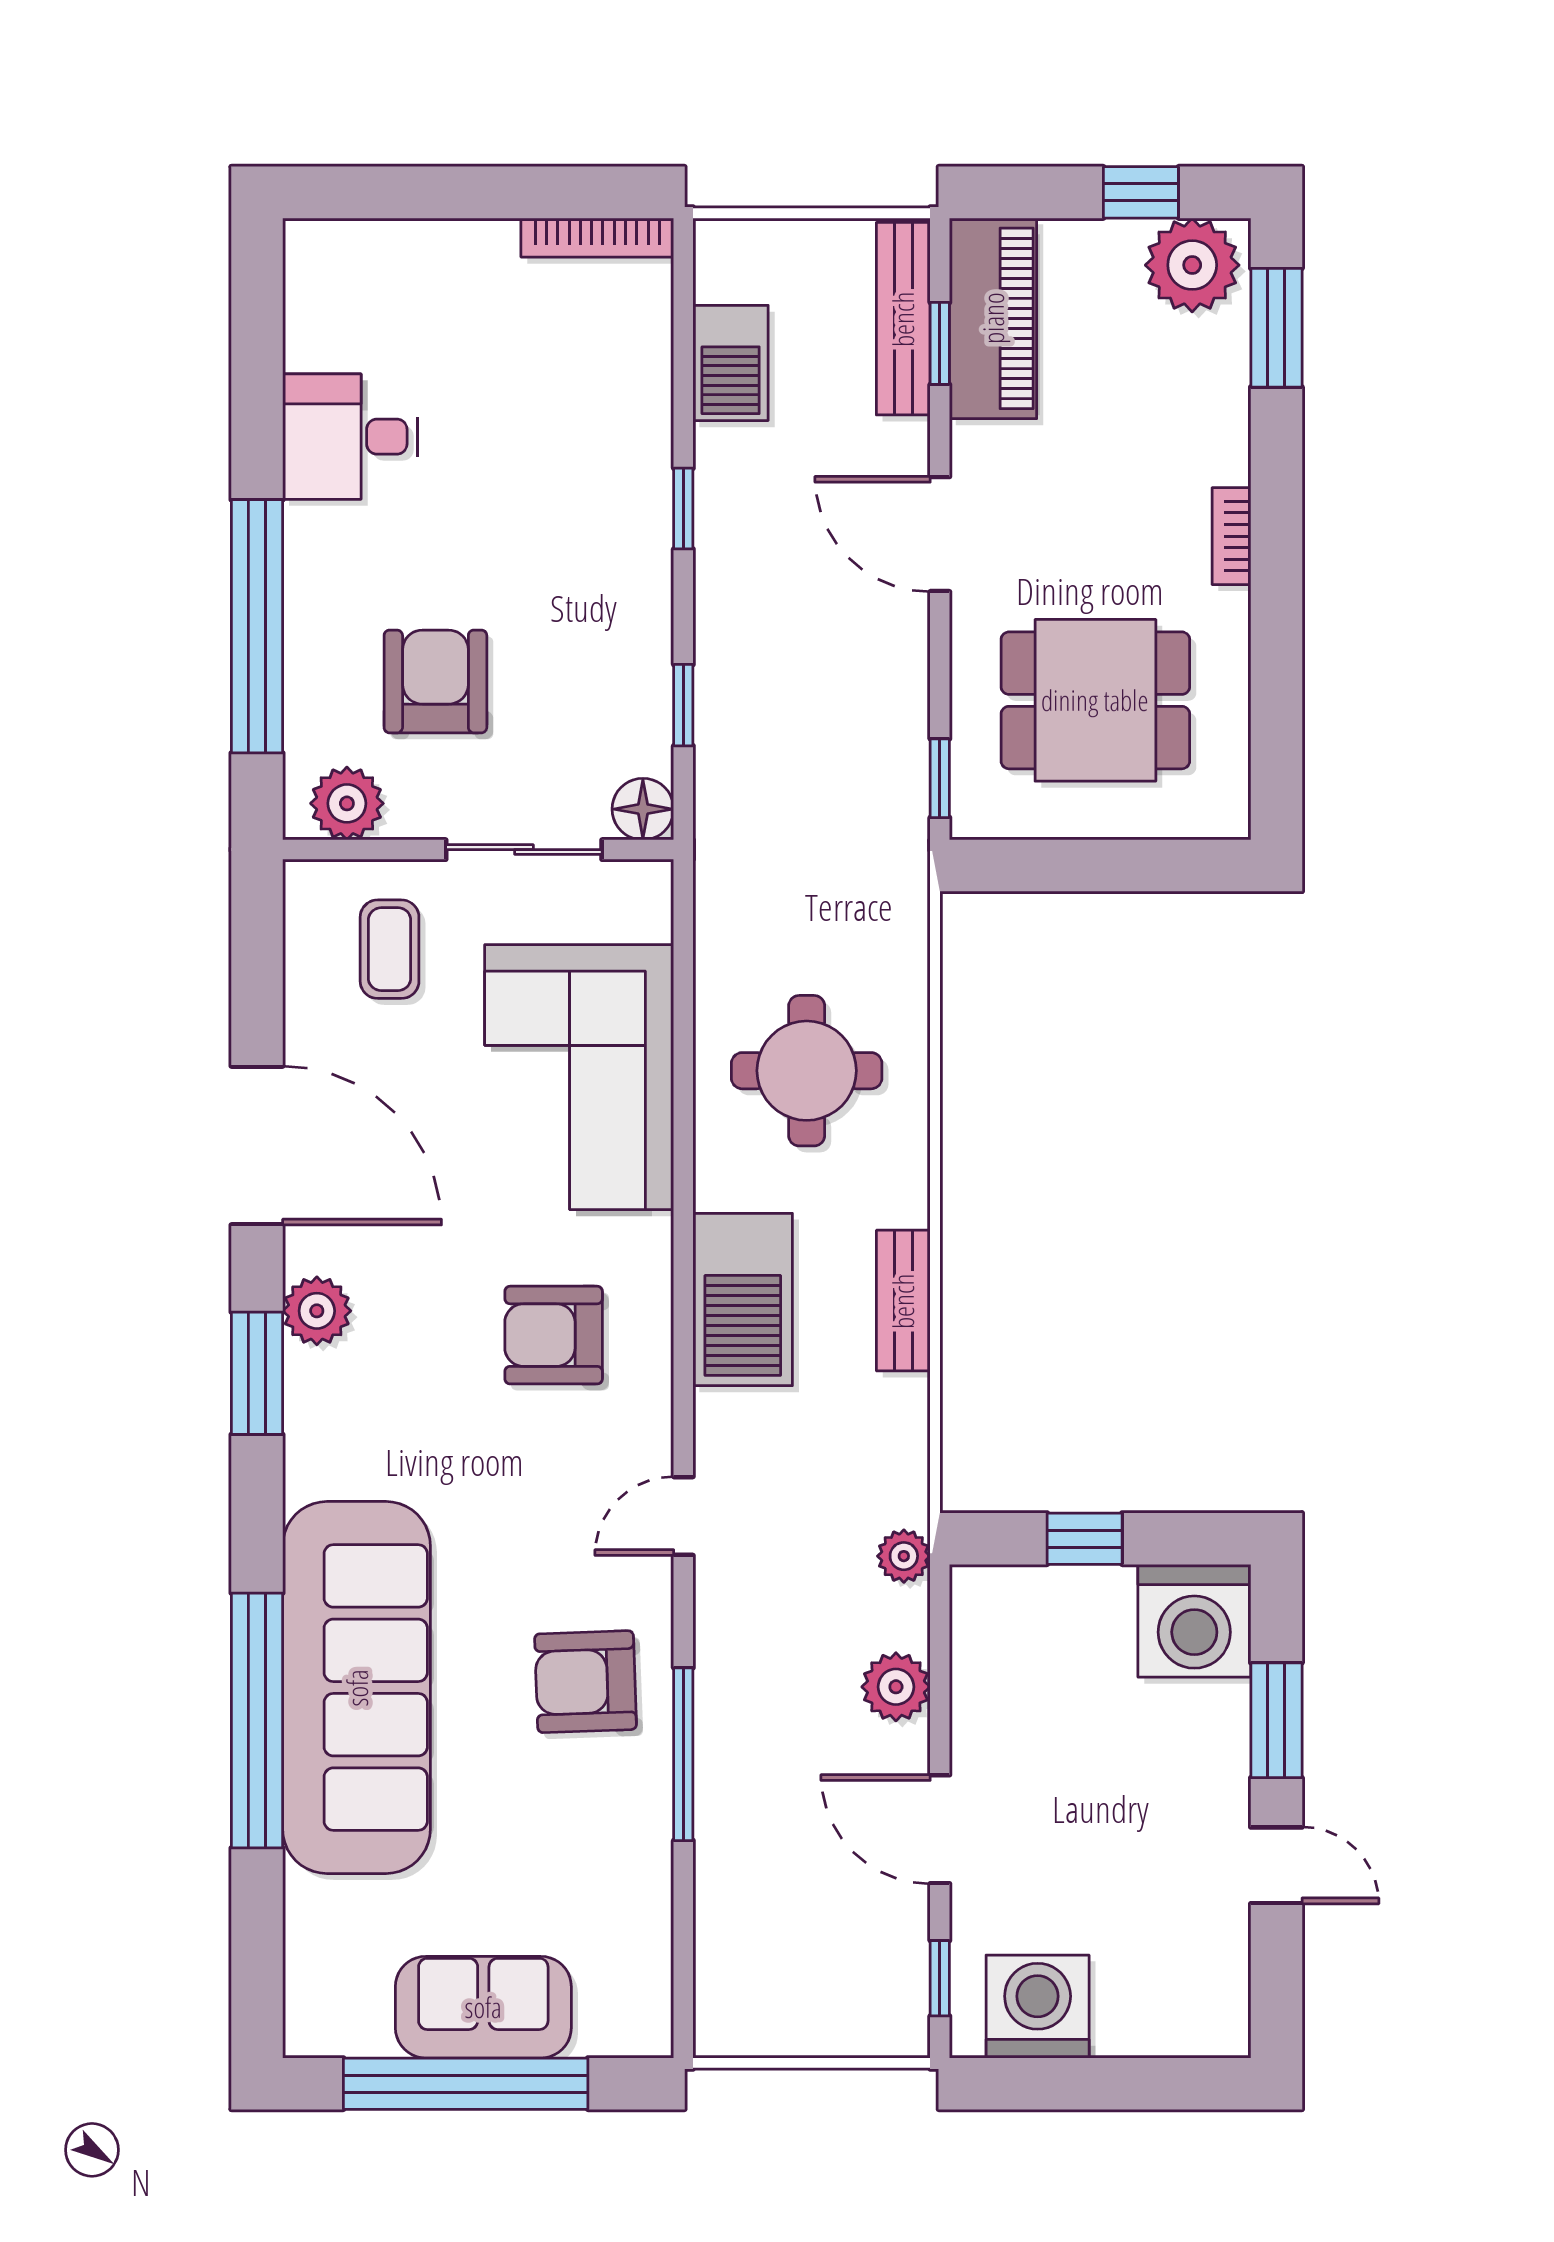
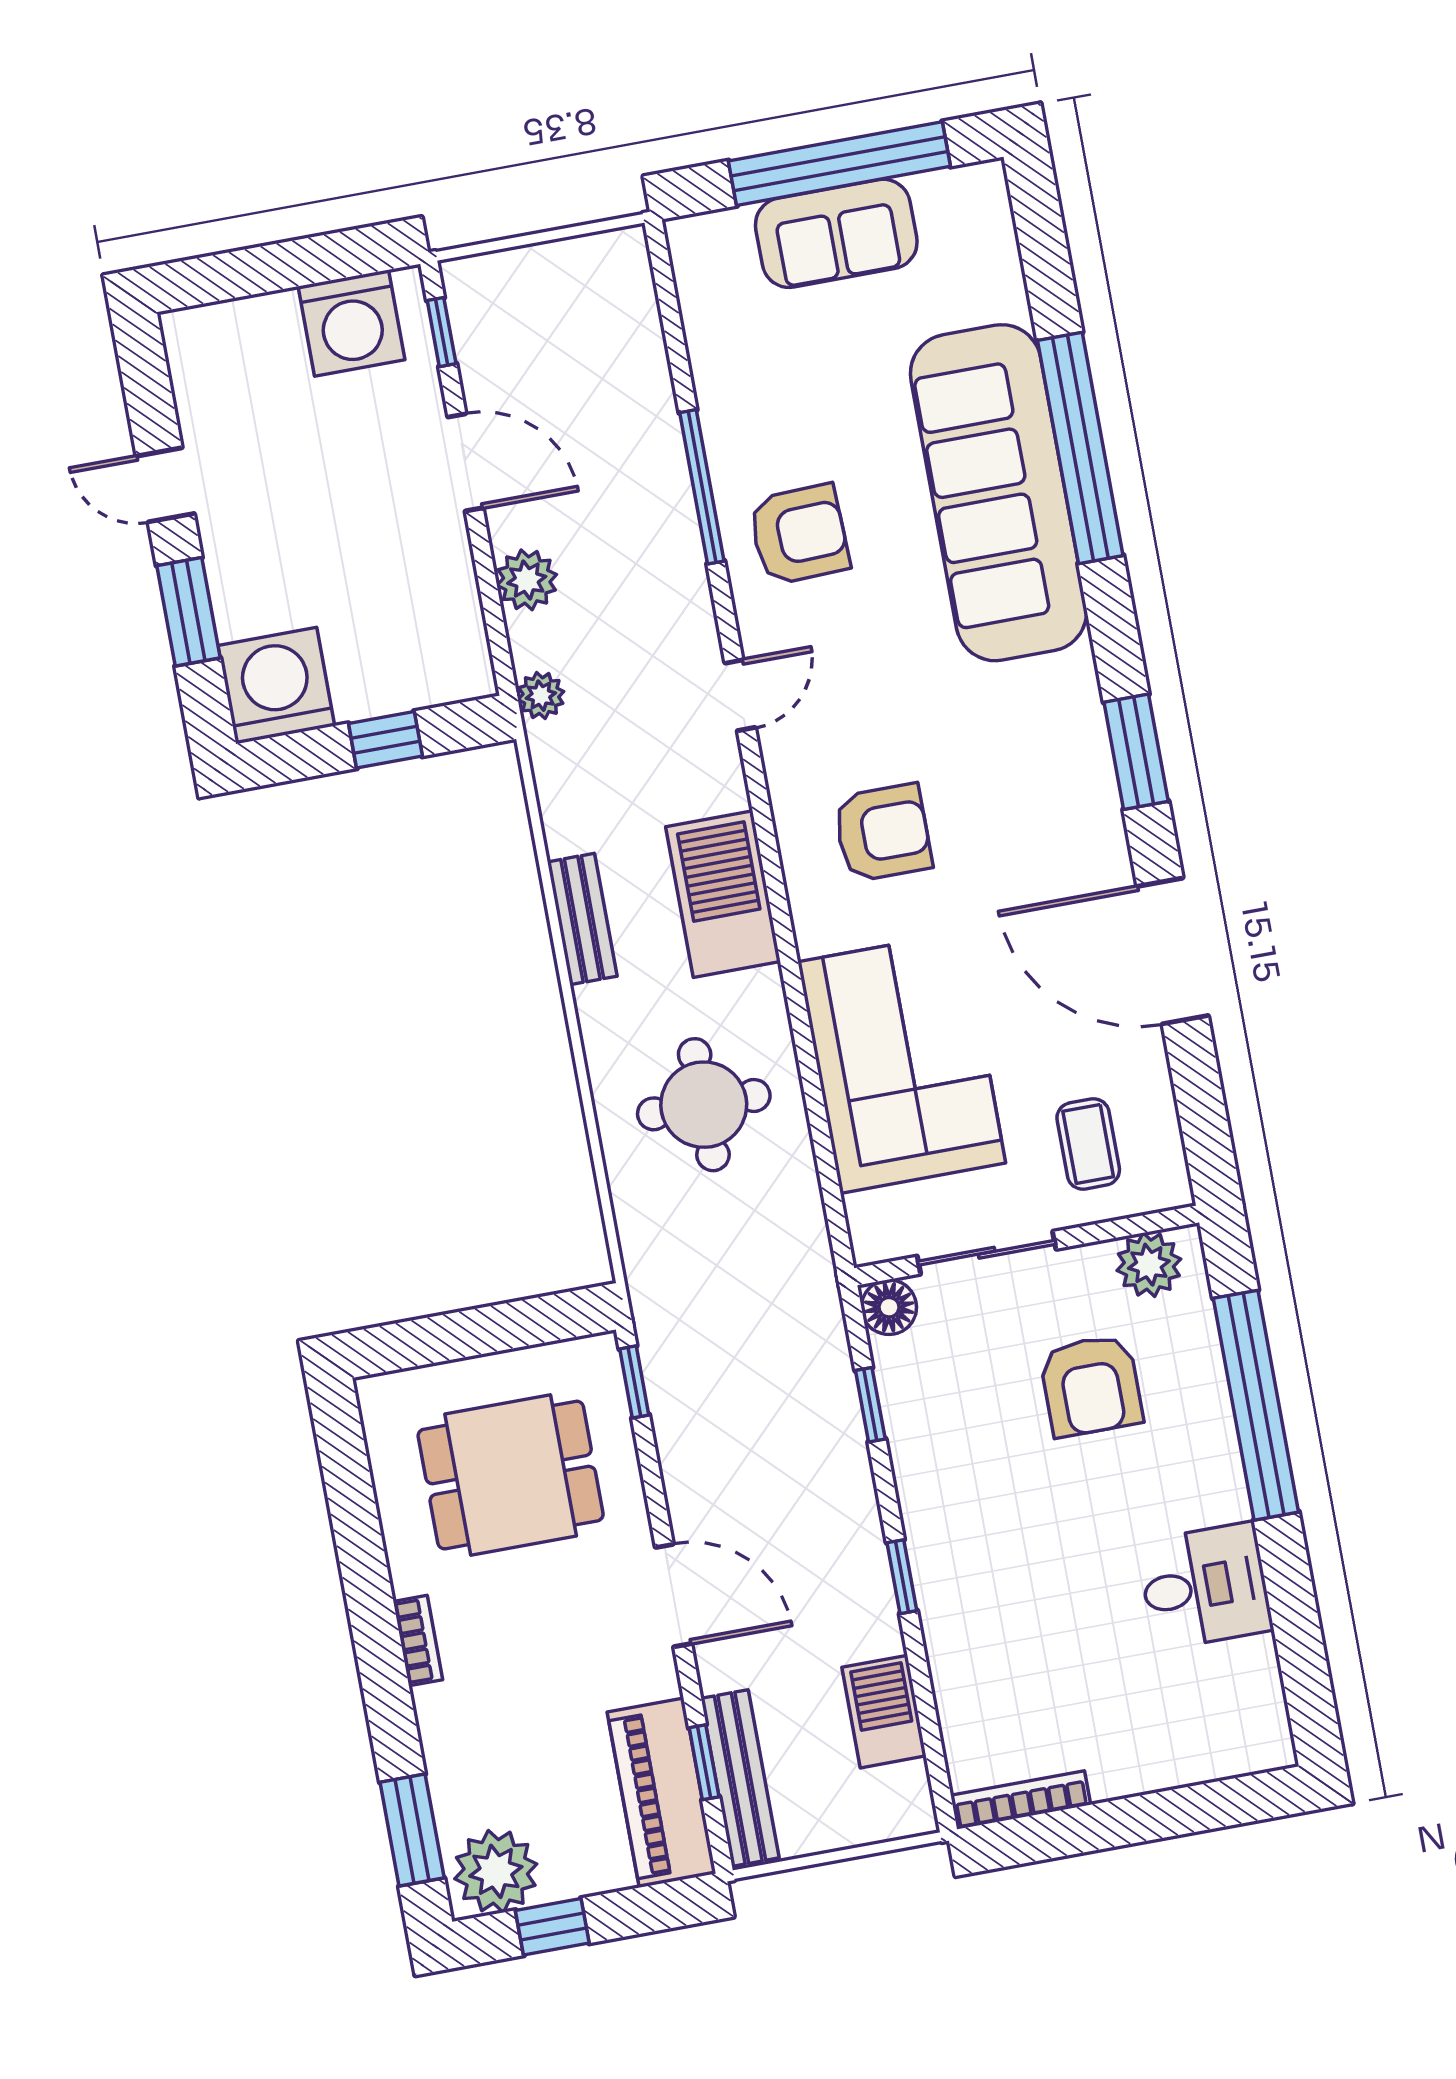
plant: (317, 1311) -> (1094, 816), removed

